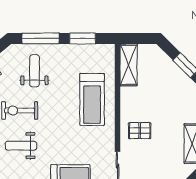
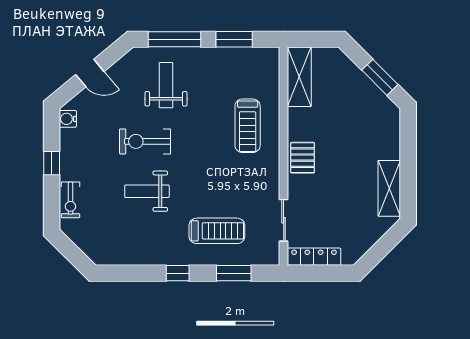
treadmill: (92, 99) -> (248, 126), width x0.73, depth x0.73
pallet: (140, 131) -> (303, 158), moved, turned 90

